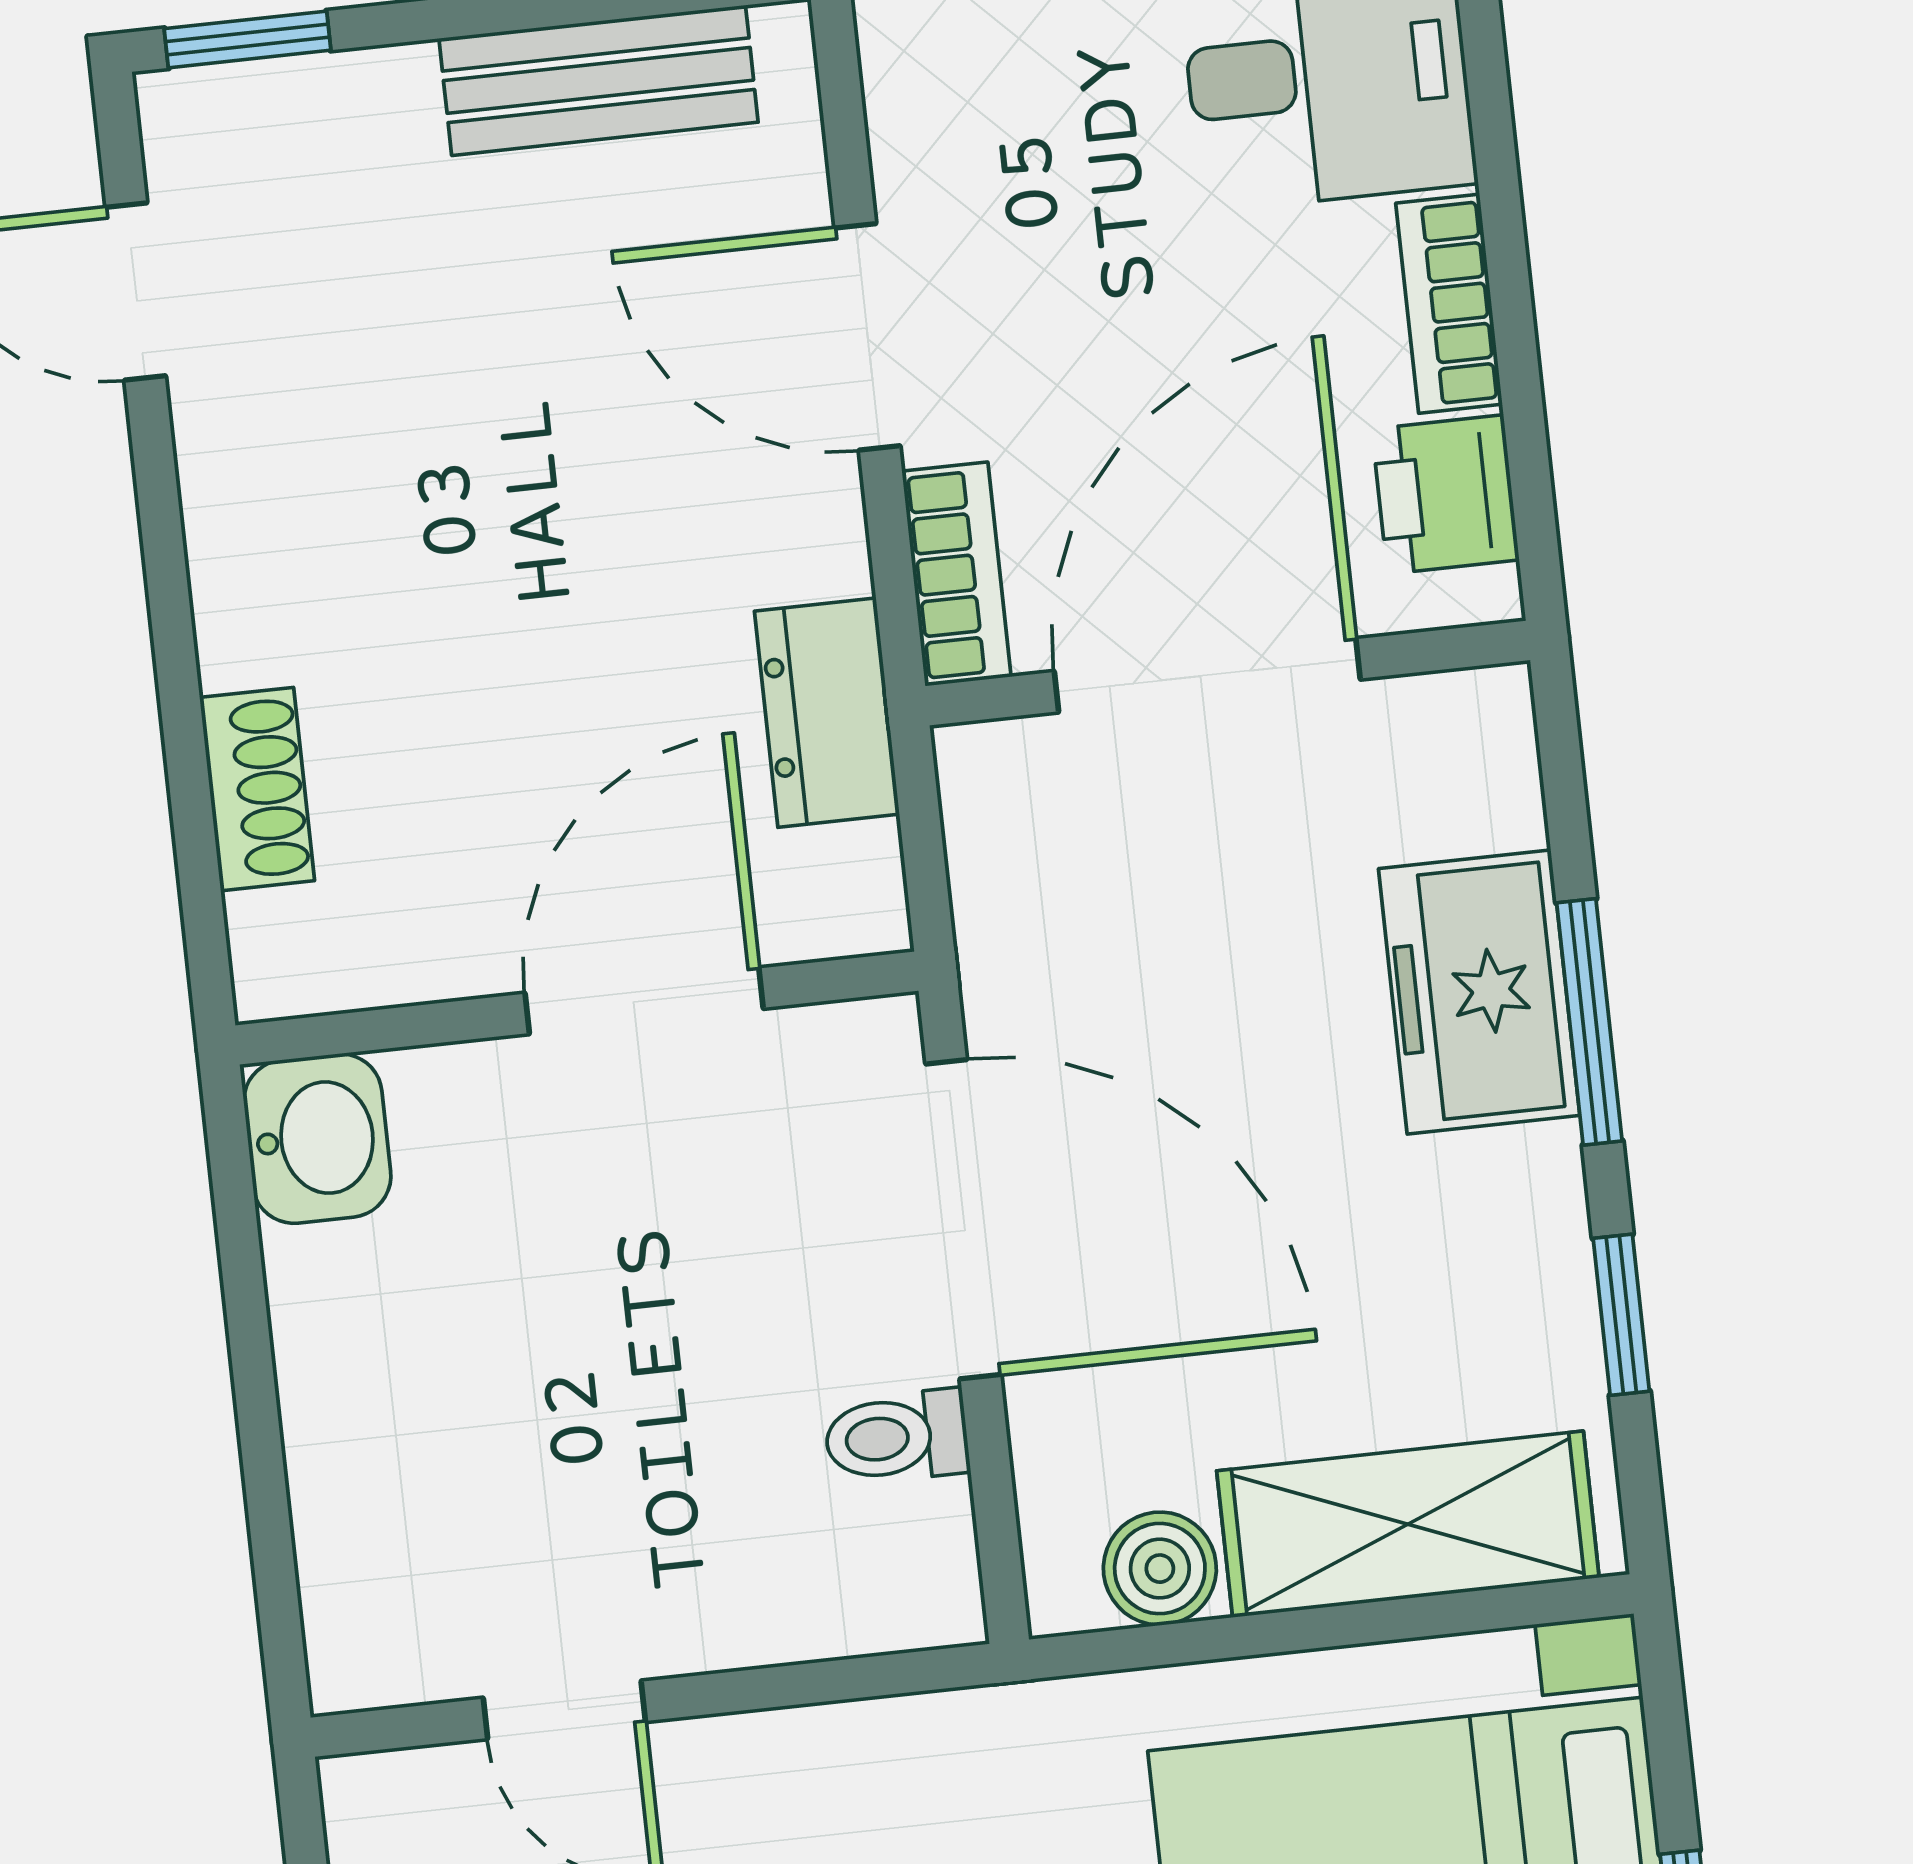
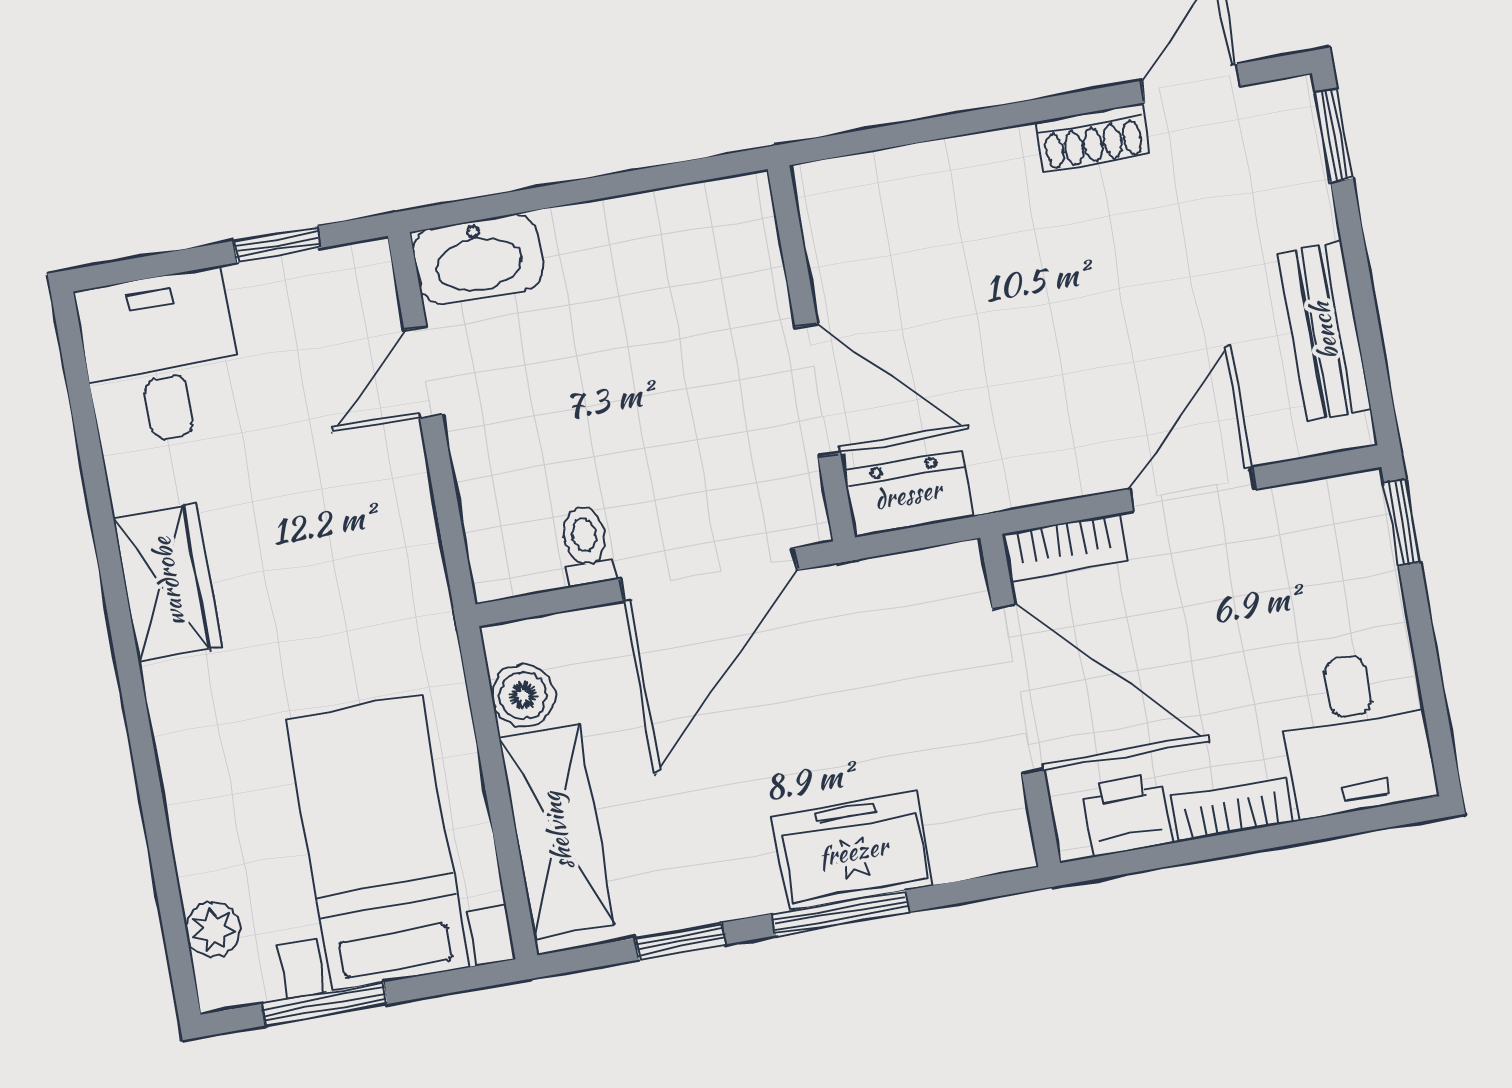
dresser: (827, 713) -> (908, 494), moved
shoe rack: (257, 789) -> (1092, 138), moved
washbasin: (317, 1139) -> (478, 259), moved, width x1.38

